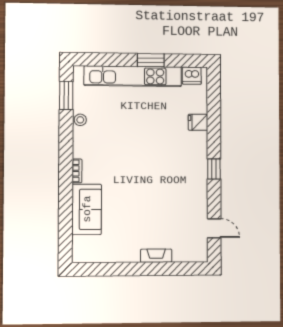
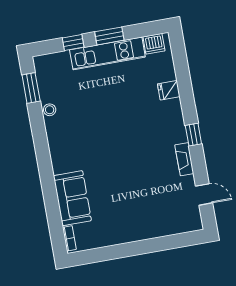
window: (115, 60) -> (73, 42), added
kitchen unit: (133, 76) -> (107, 53), width x0.73
bookcase: (77, 171) -> (69, 238), moved
fireplace: (156, 256) -> (184, 159), moved, turned -90

